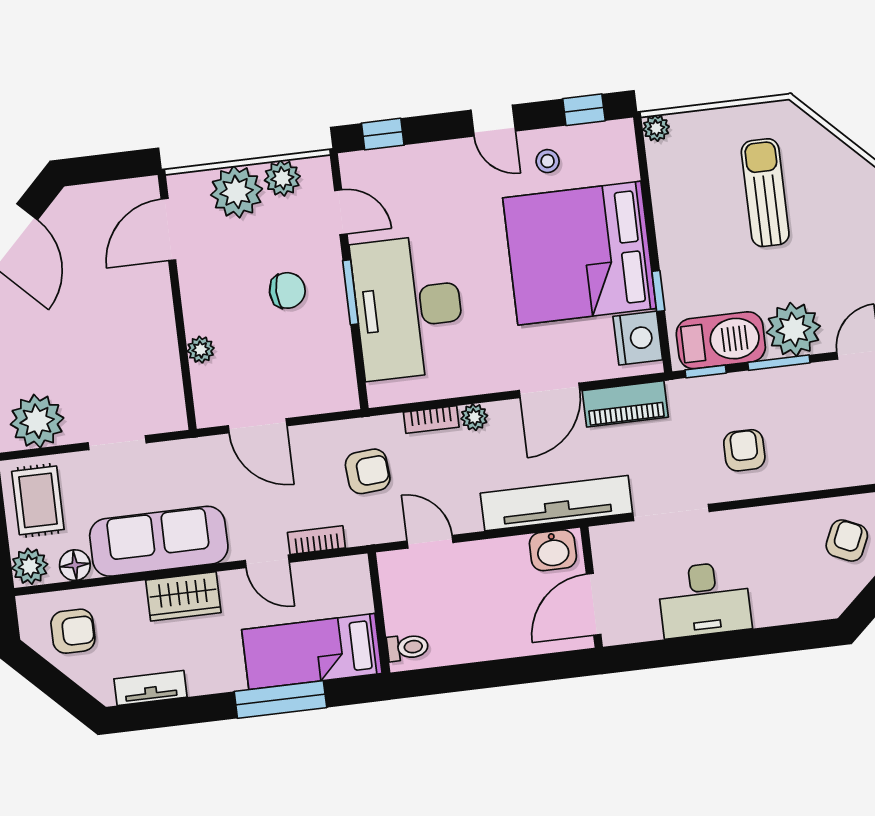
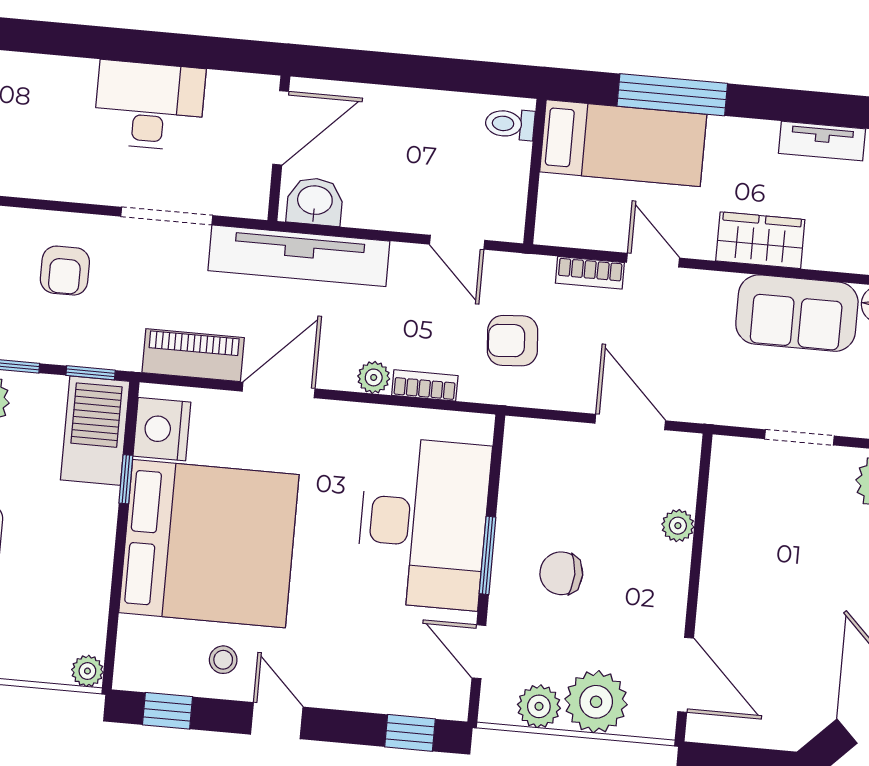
door: (168, 229) -> (686, 675), hinge flipped
barbecue: (721, 340) -> (95, 431), moved, turned 90
sofa: (159, 541) -> (797, 313), width x0.73

